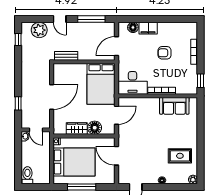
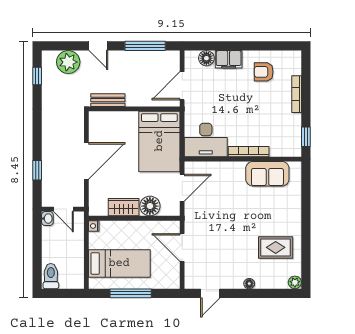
armchair: (165, 53) -> (264, 72), moved
bed: (74, 162) -> (119, 263), width x0.67

